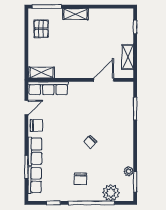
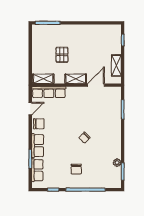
shelving: (76, 14) -> (76, 79), moved
pallet: (41, 29) -> (62, 55), moved
plant: (111, 193) -> (102, 181), removed

